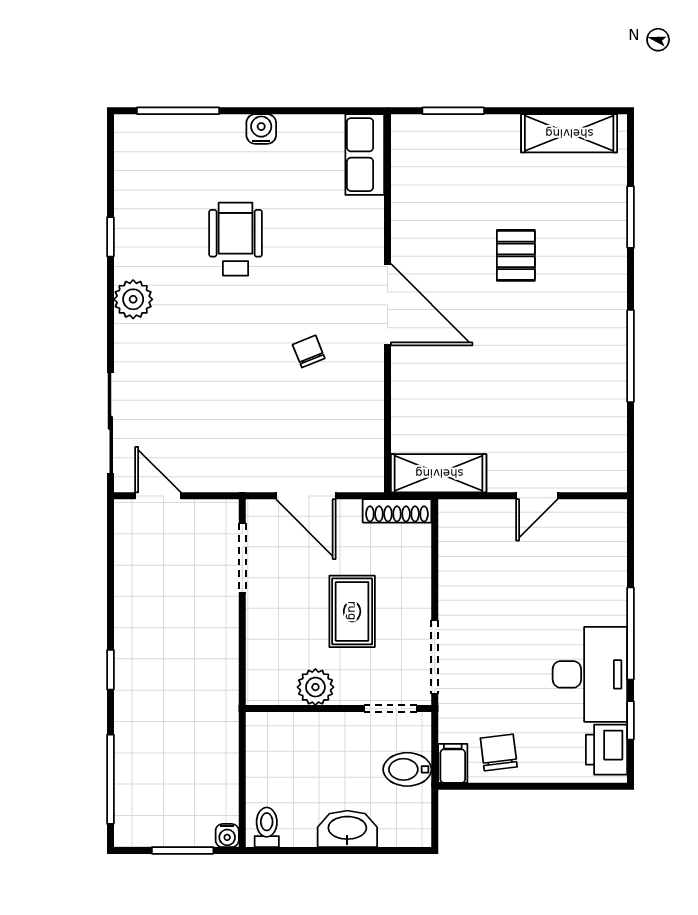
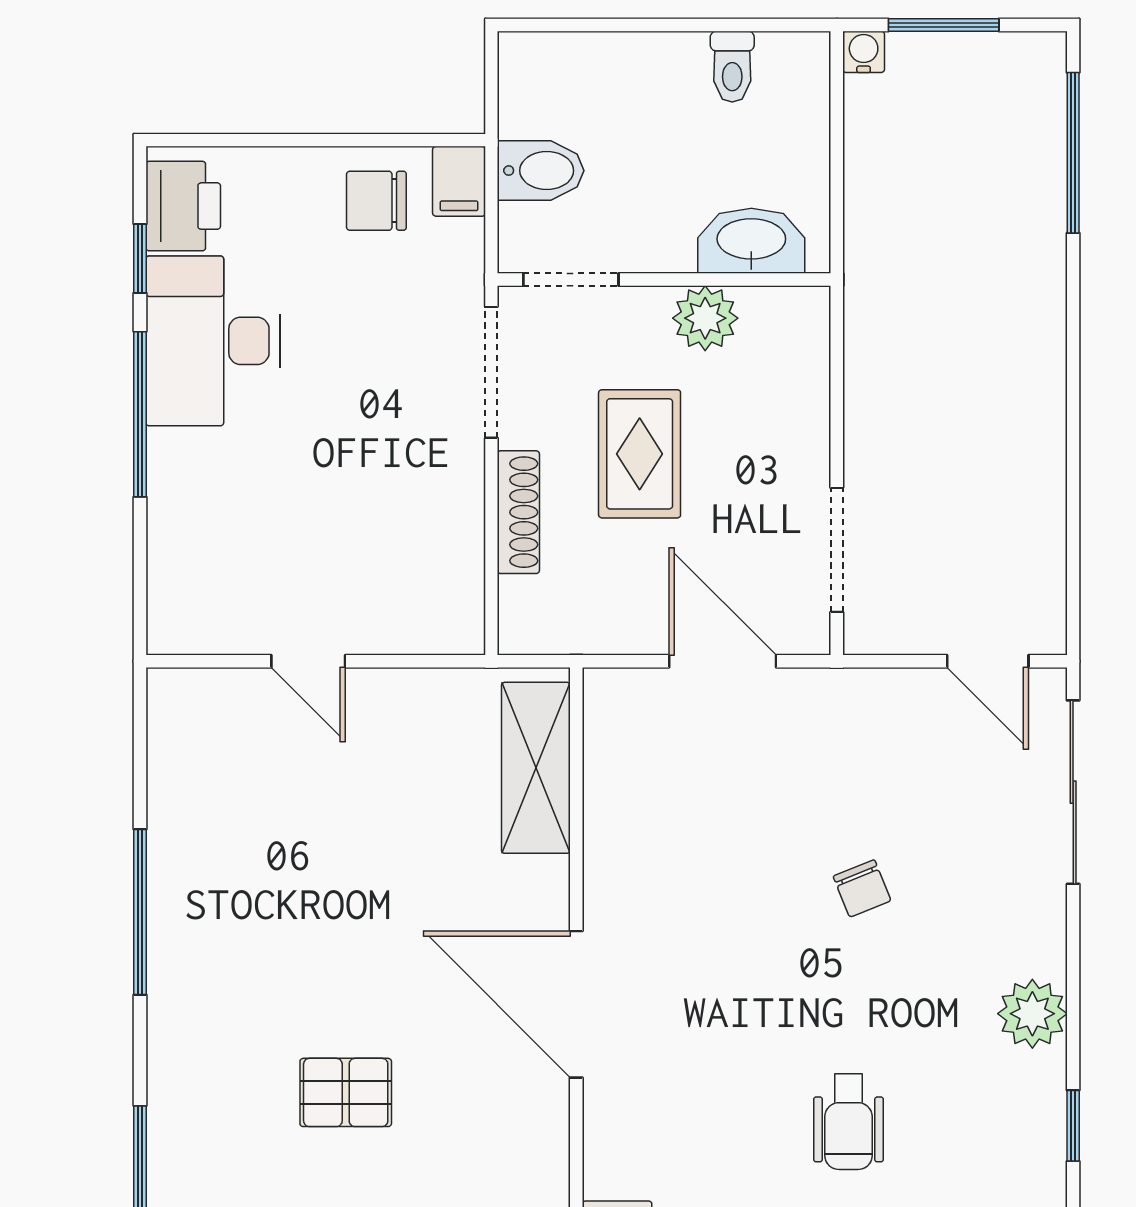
wheelchair: (236, 239) -> (849, 1122), width x0.73, depth x0.73
pallet: (516, 255) -> (346, 1092), turned 90
chair: (309, 351) -> (862, 888), moved
shelving: (439, 473) -> (536, 768), moved, turned 90
door: (537, 496) -> (308, 661), swing flipped
shoe rack: (397, 511) -> (518, 512), moved, turned 90
window: (110, 670) -> (1073, 349), removed
chair: (499, 753) -> (376, 201), turned 97
toilet: (267, 827) -> (732, 67), moved
washbasin: (347, 829) -> (751, 241), moved, turned 180

